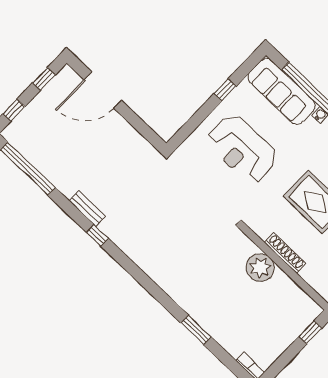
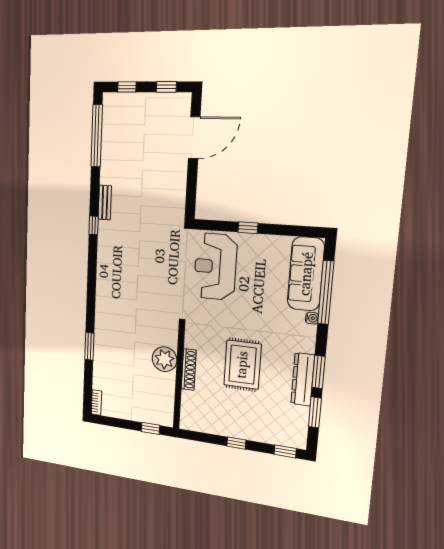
door: (103, 90) -> (194, 138), swing flipped
window: (225, 90) -> (248, 228), moved
reception desk: (242, 149) -> (215, 267), moved

